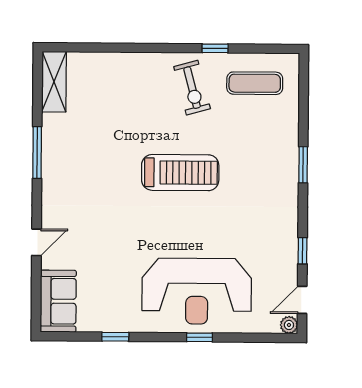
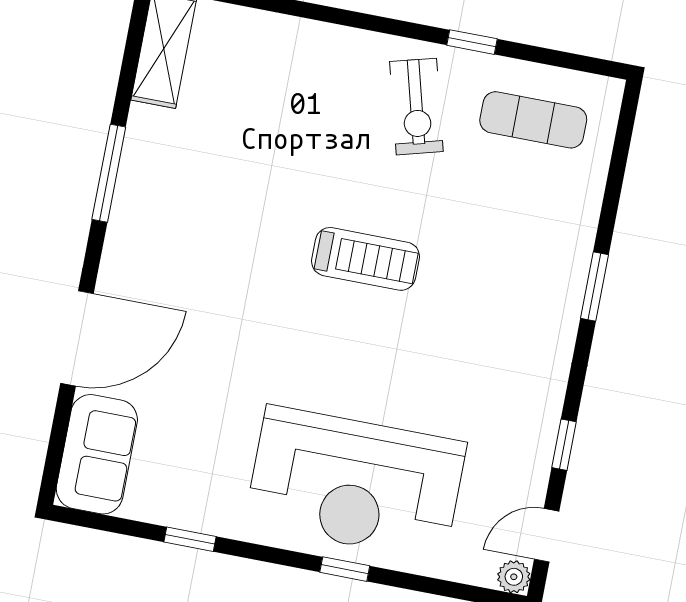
treadmill: (180, 173) -> (365, 259), width x0.73, depth x0.73
door: (36, 242) -> (77, 338), width x1.87

